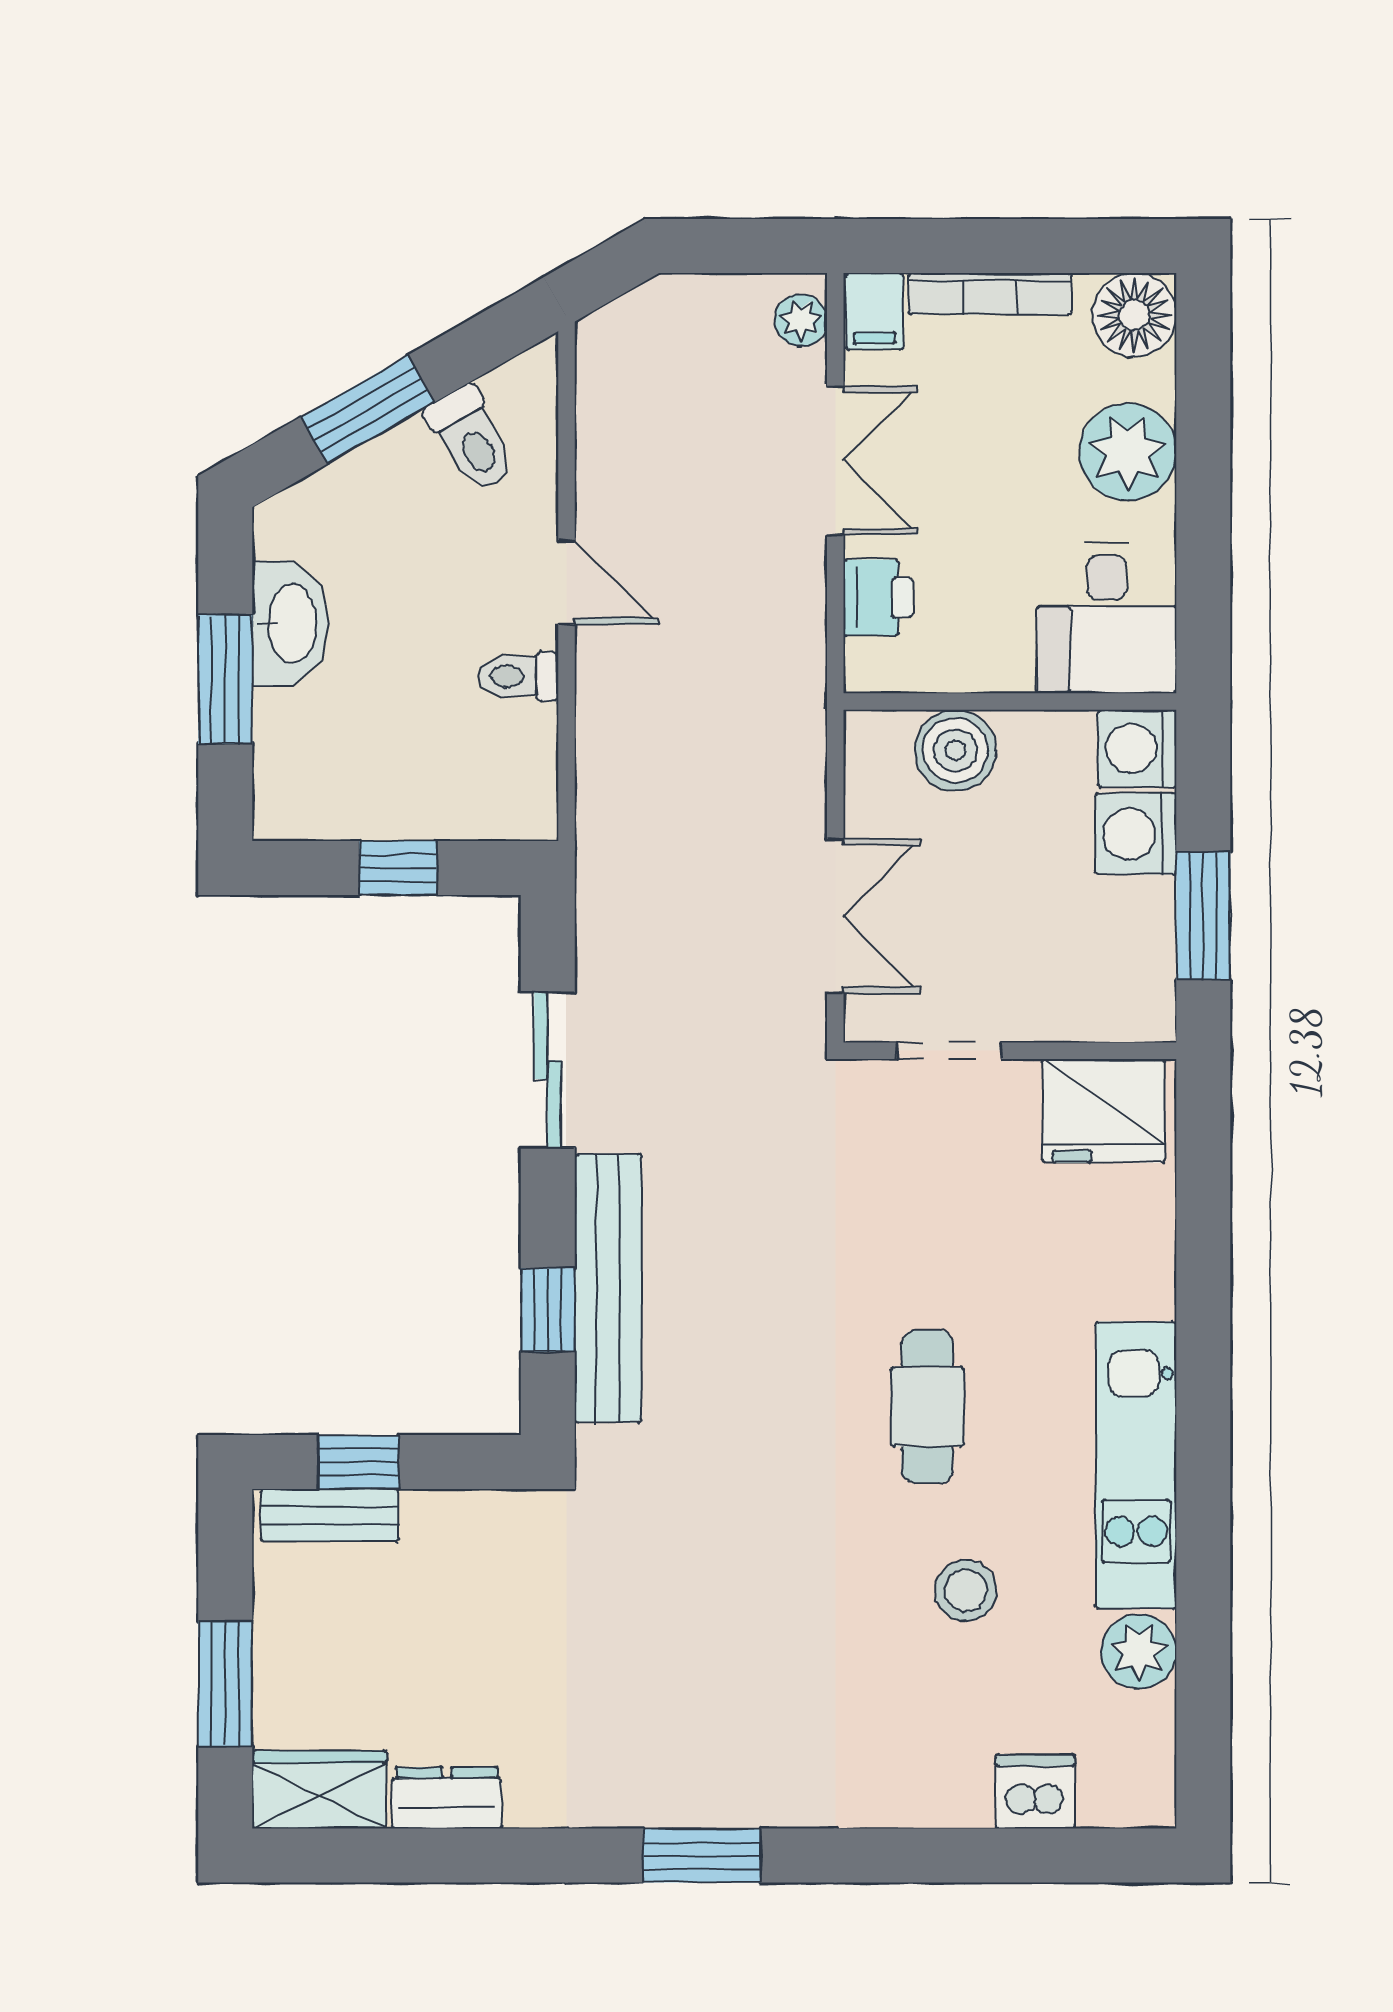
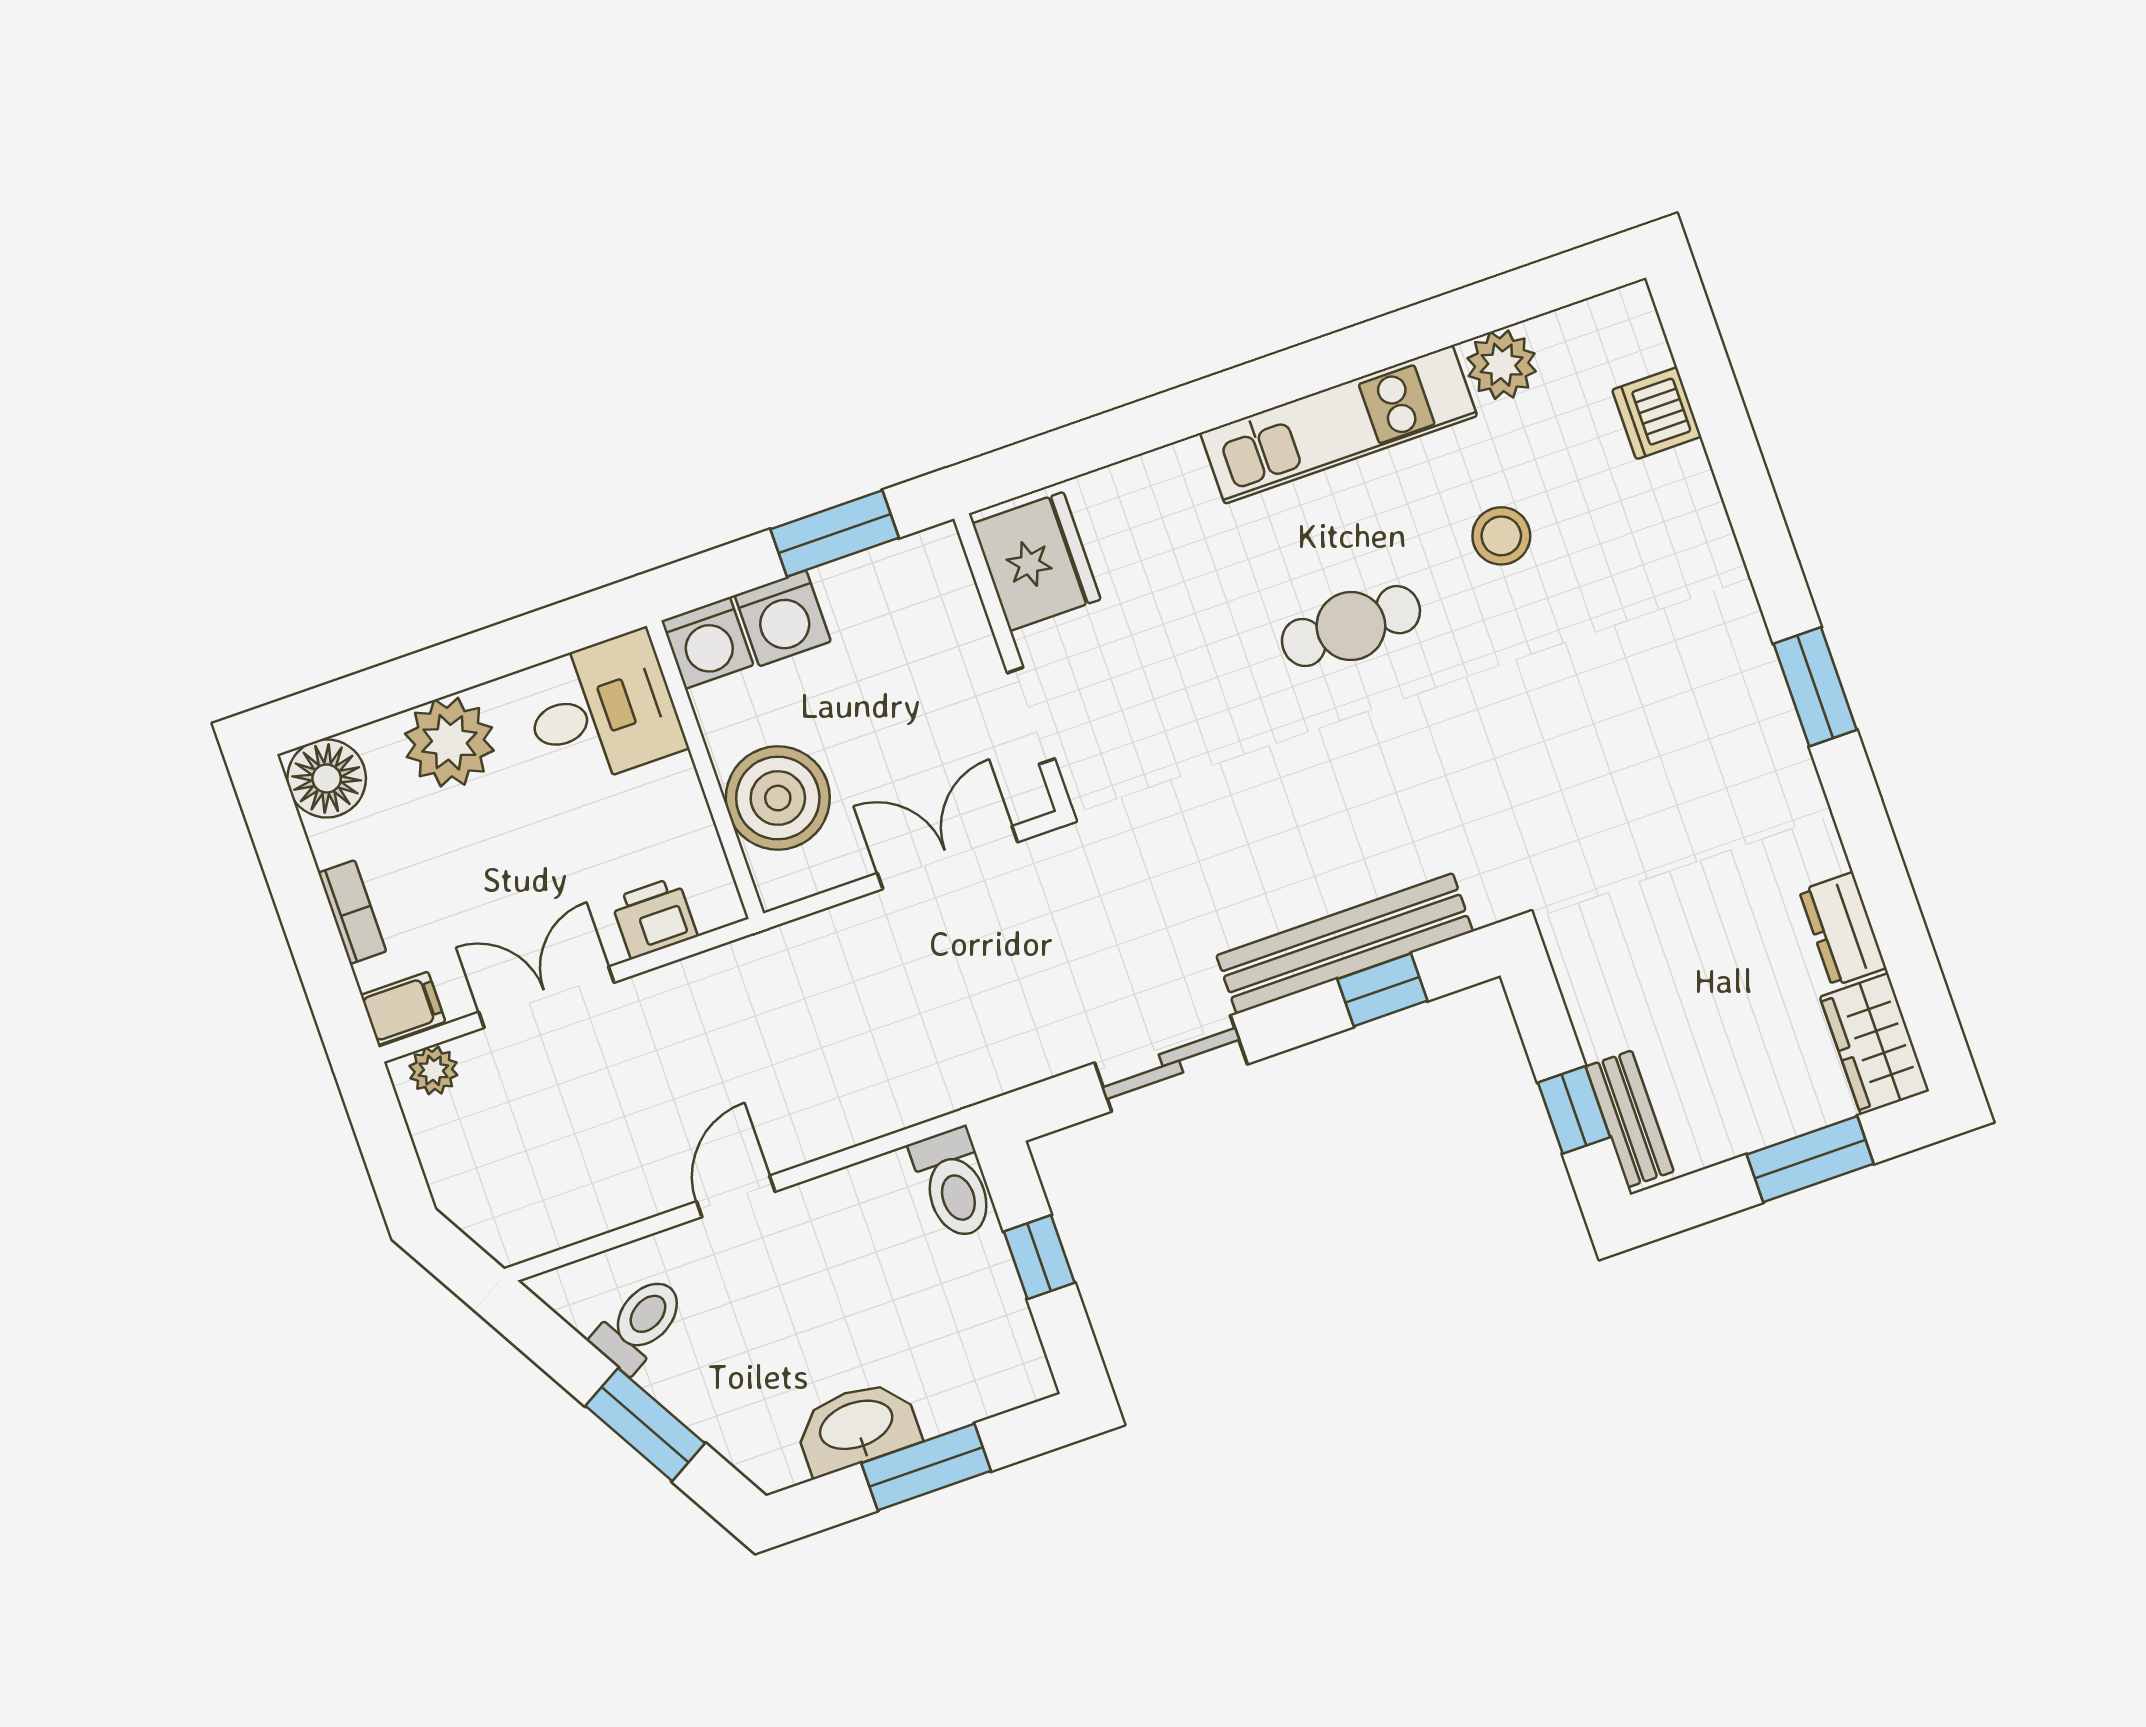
bookcase: (990, 294) -> (352, 912), width x0.64
toilet: (518, 676) -> (954, 1184), moved, width x1.37, depth x1.39
boiler: (955, 750) -> (778, 798), width x1.37, depth x1.37

